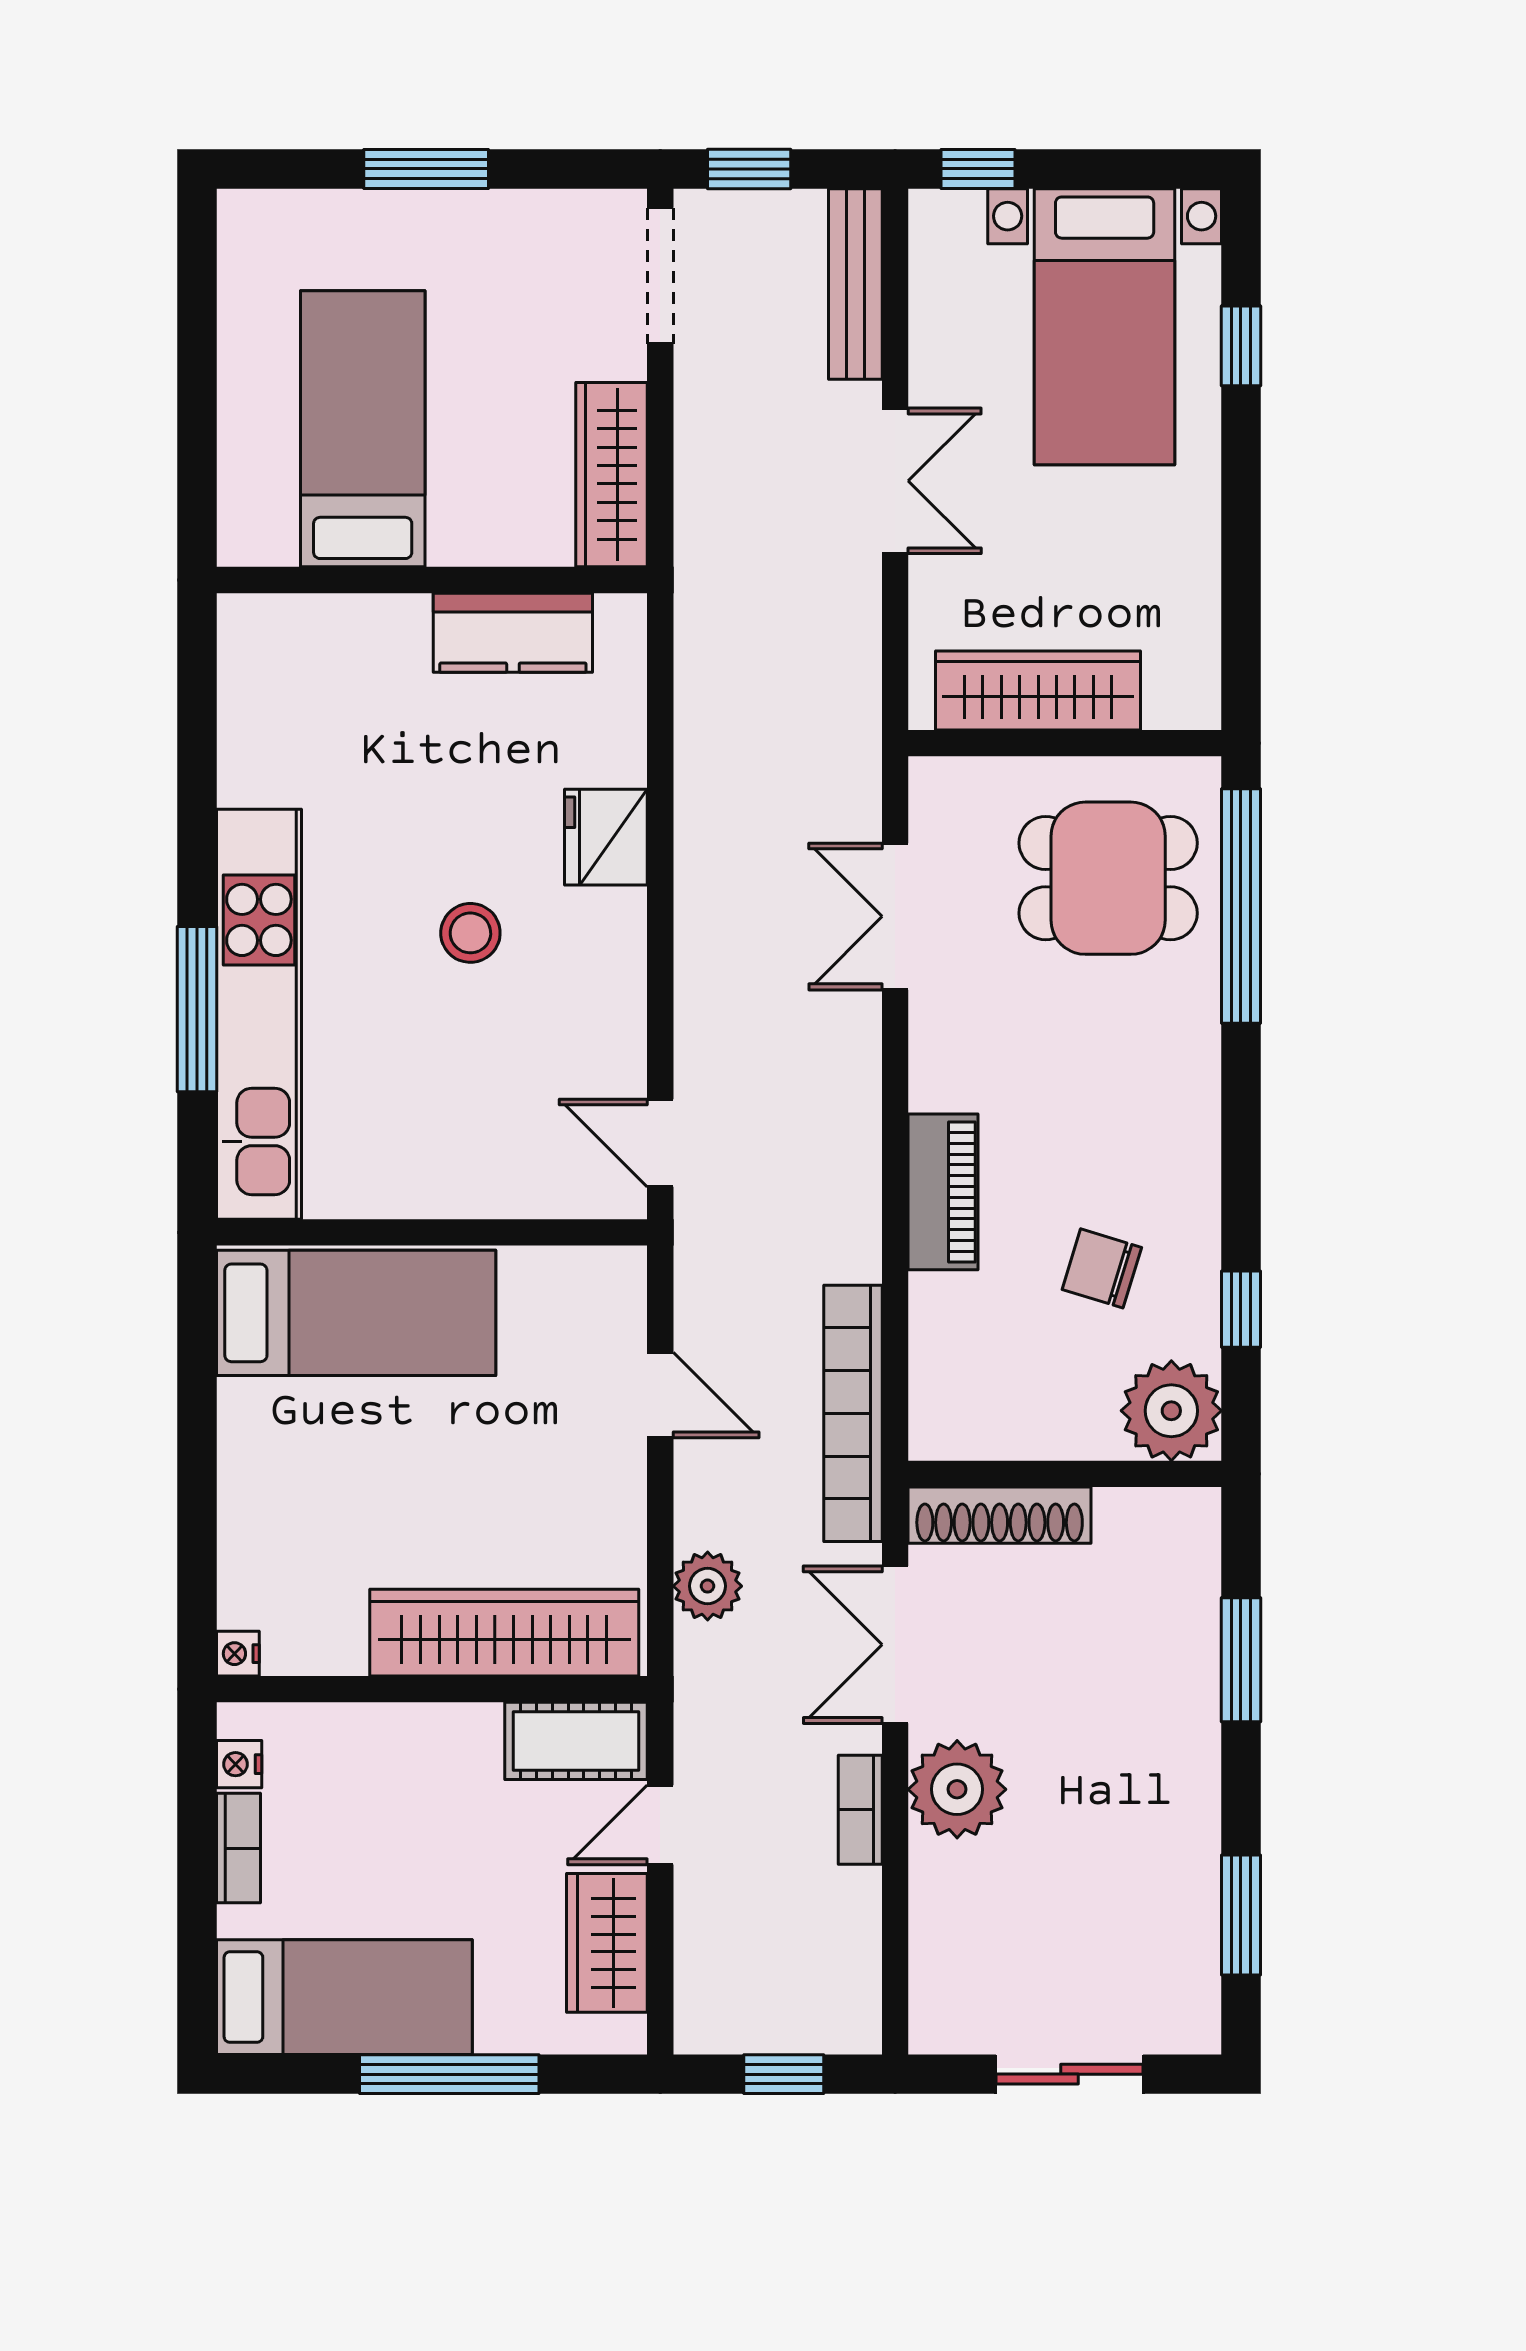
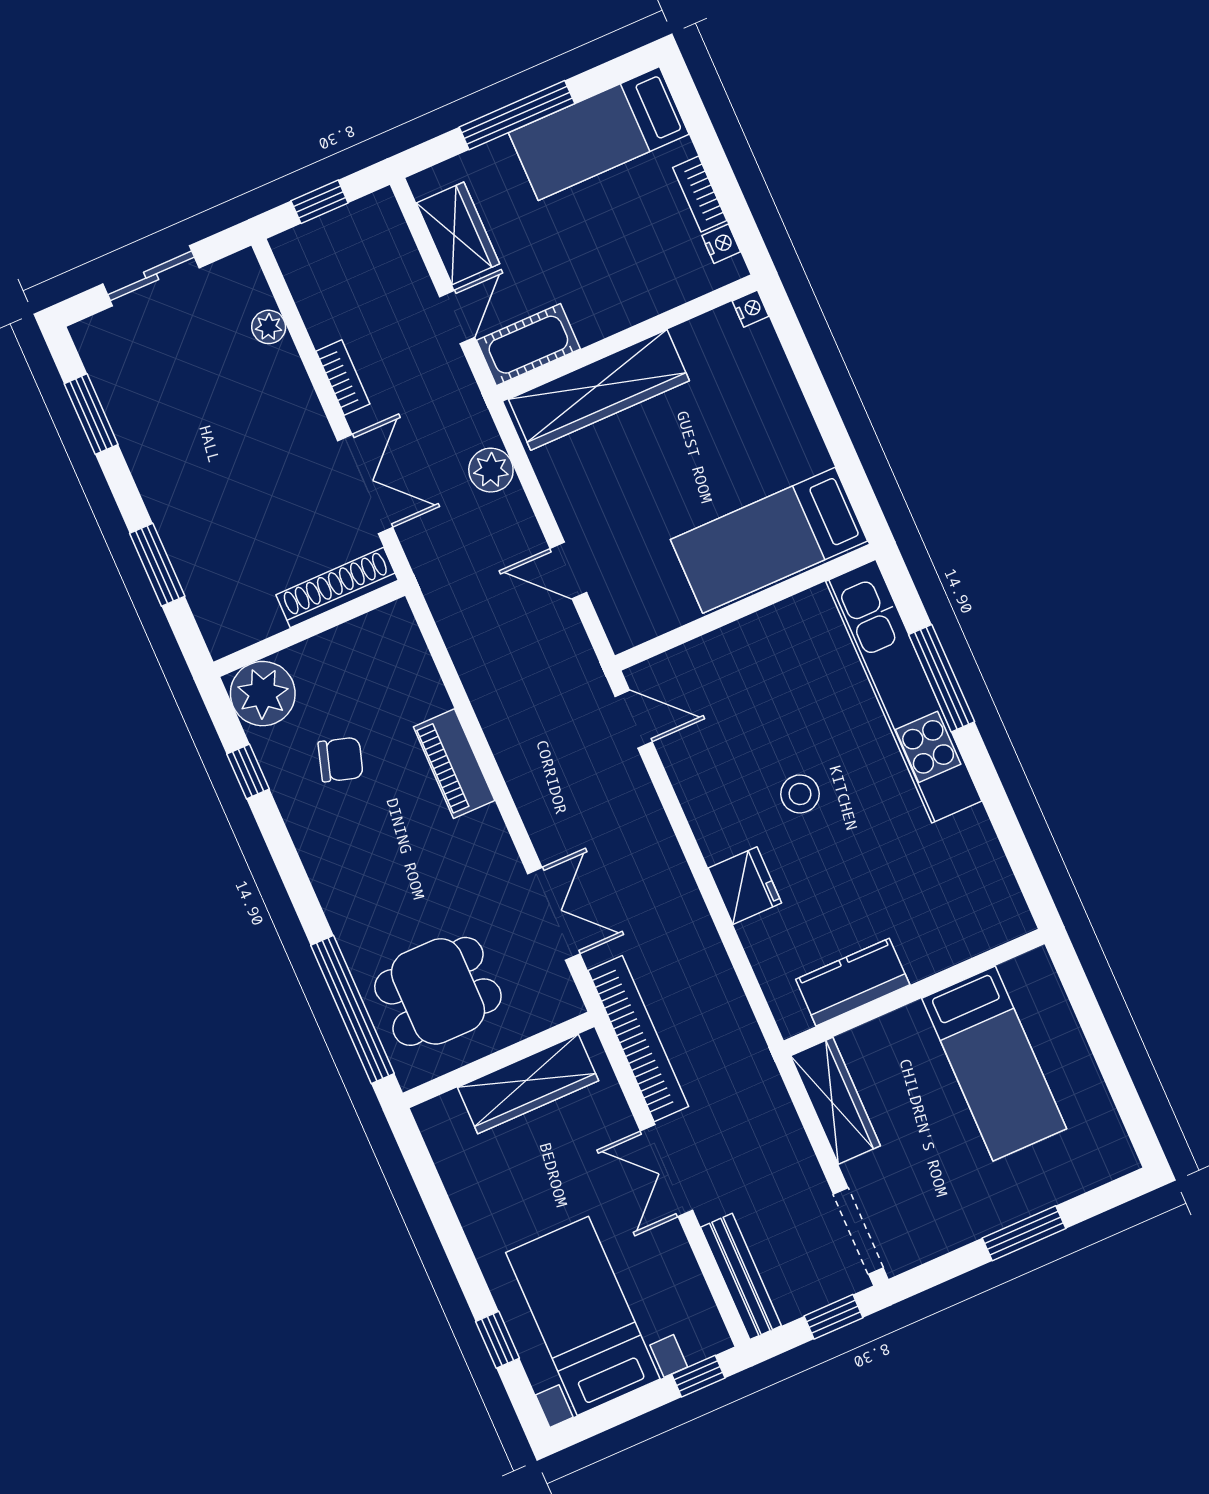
bookcase: (853, 1413) -> (638, 1039), moved
plant: (957, 1789) -> (269, 327), moved, width x0.53, depth x0.53

